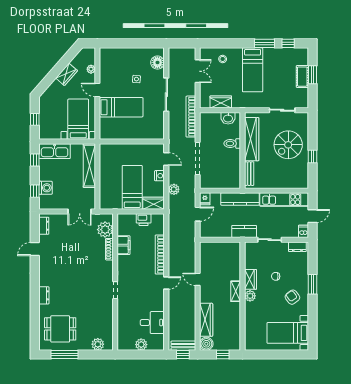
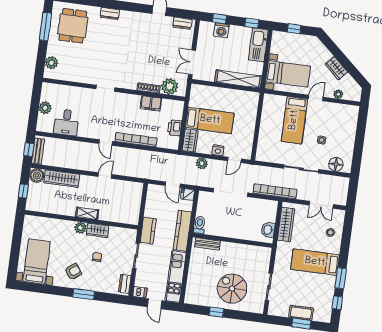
wardrobe: (221, 102) -> (286, 225), width x1.50
wardrobe: (252, 139) -> (243, 251), removed
toilet: (232, 143) -> (200, 225), moved

